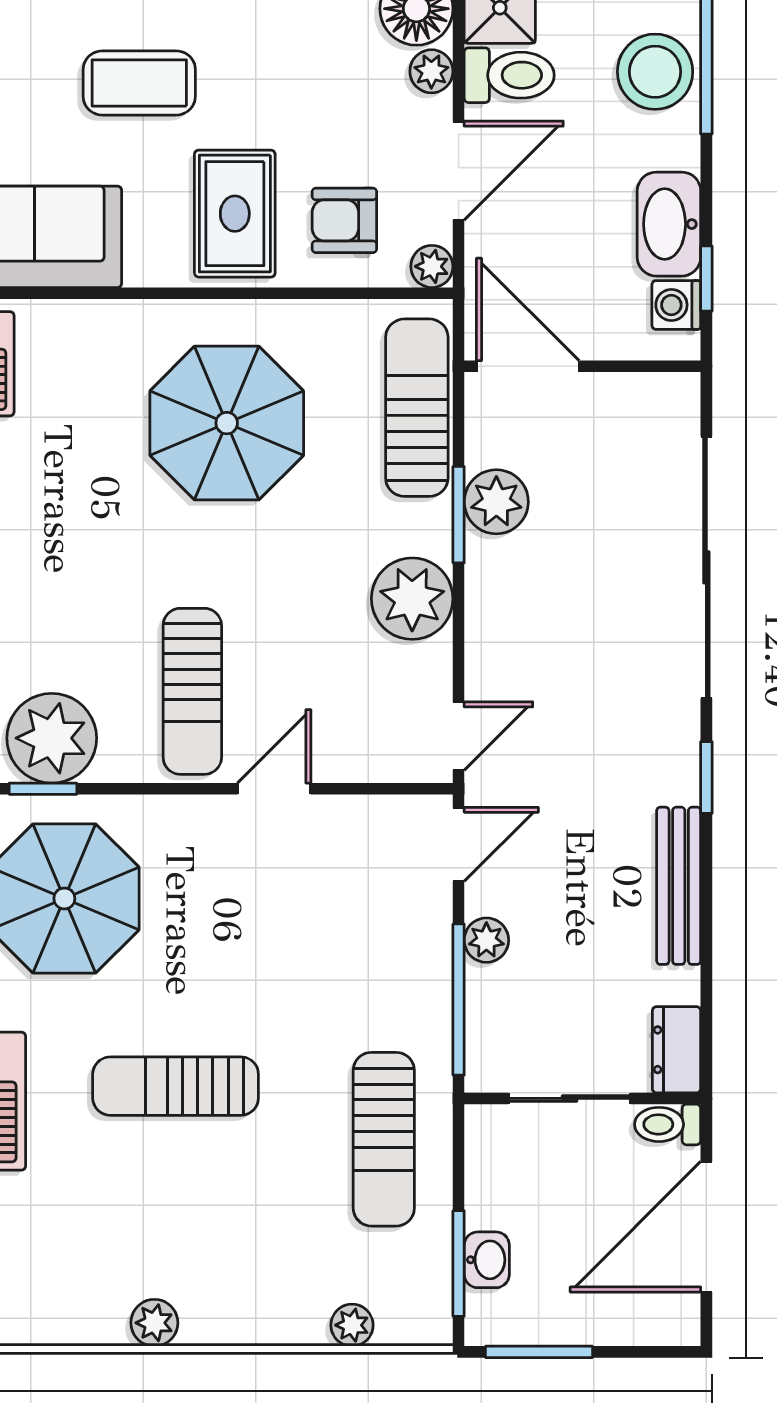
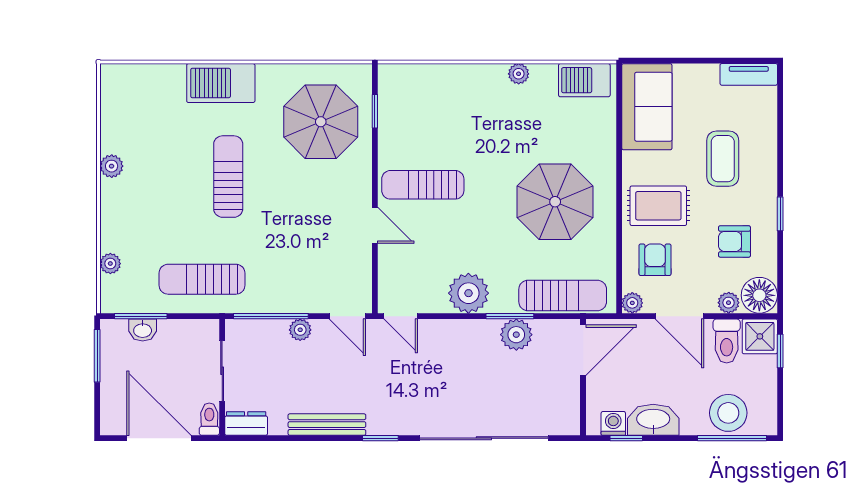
armchair: (307, 59) -> (734, 241), added
plant: (52, 738) -> (400, 115), removed

